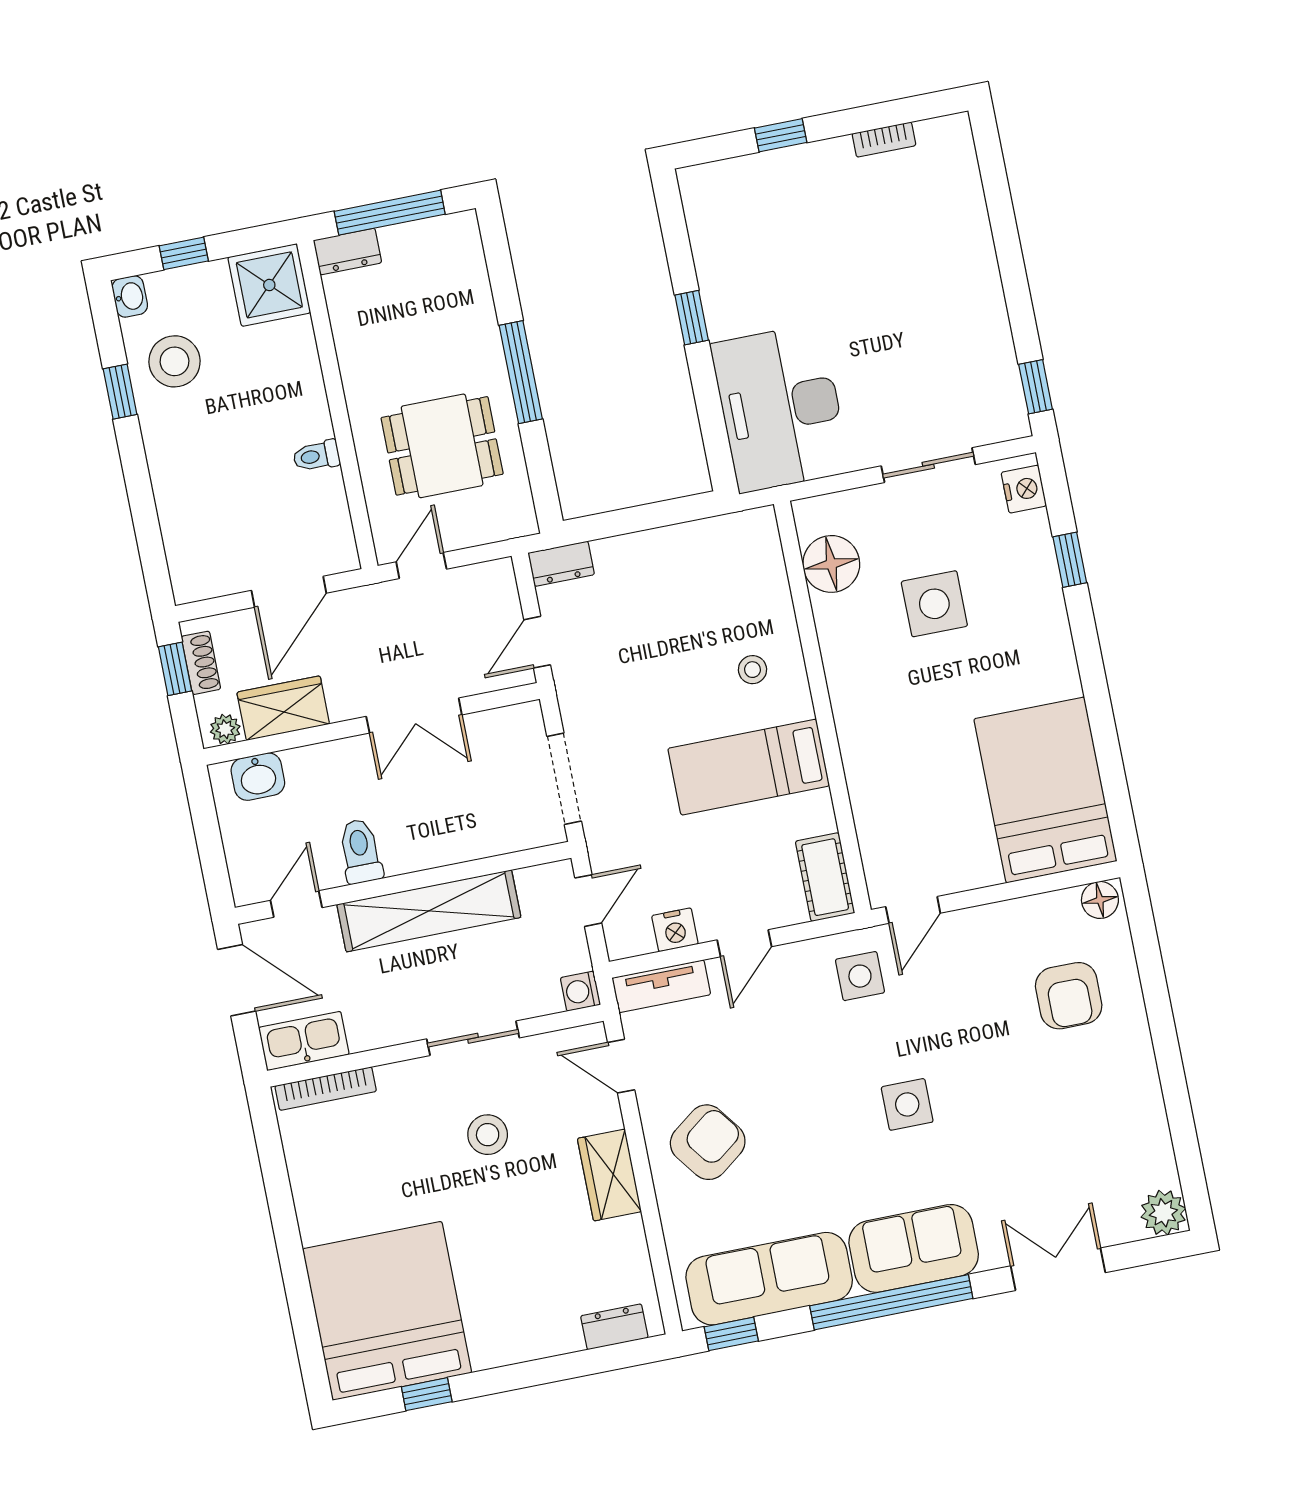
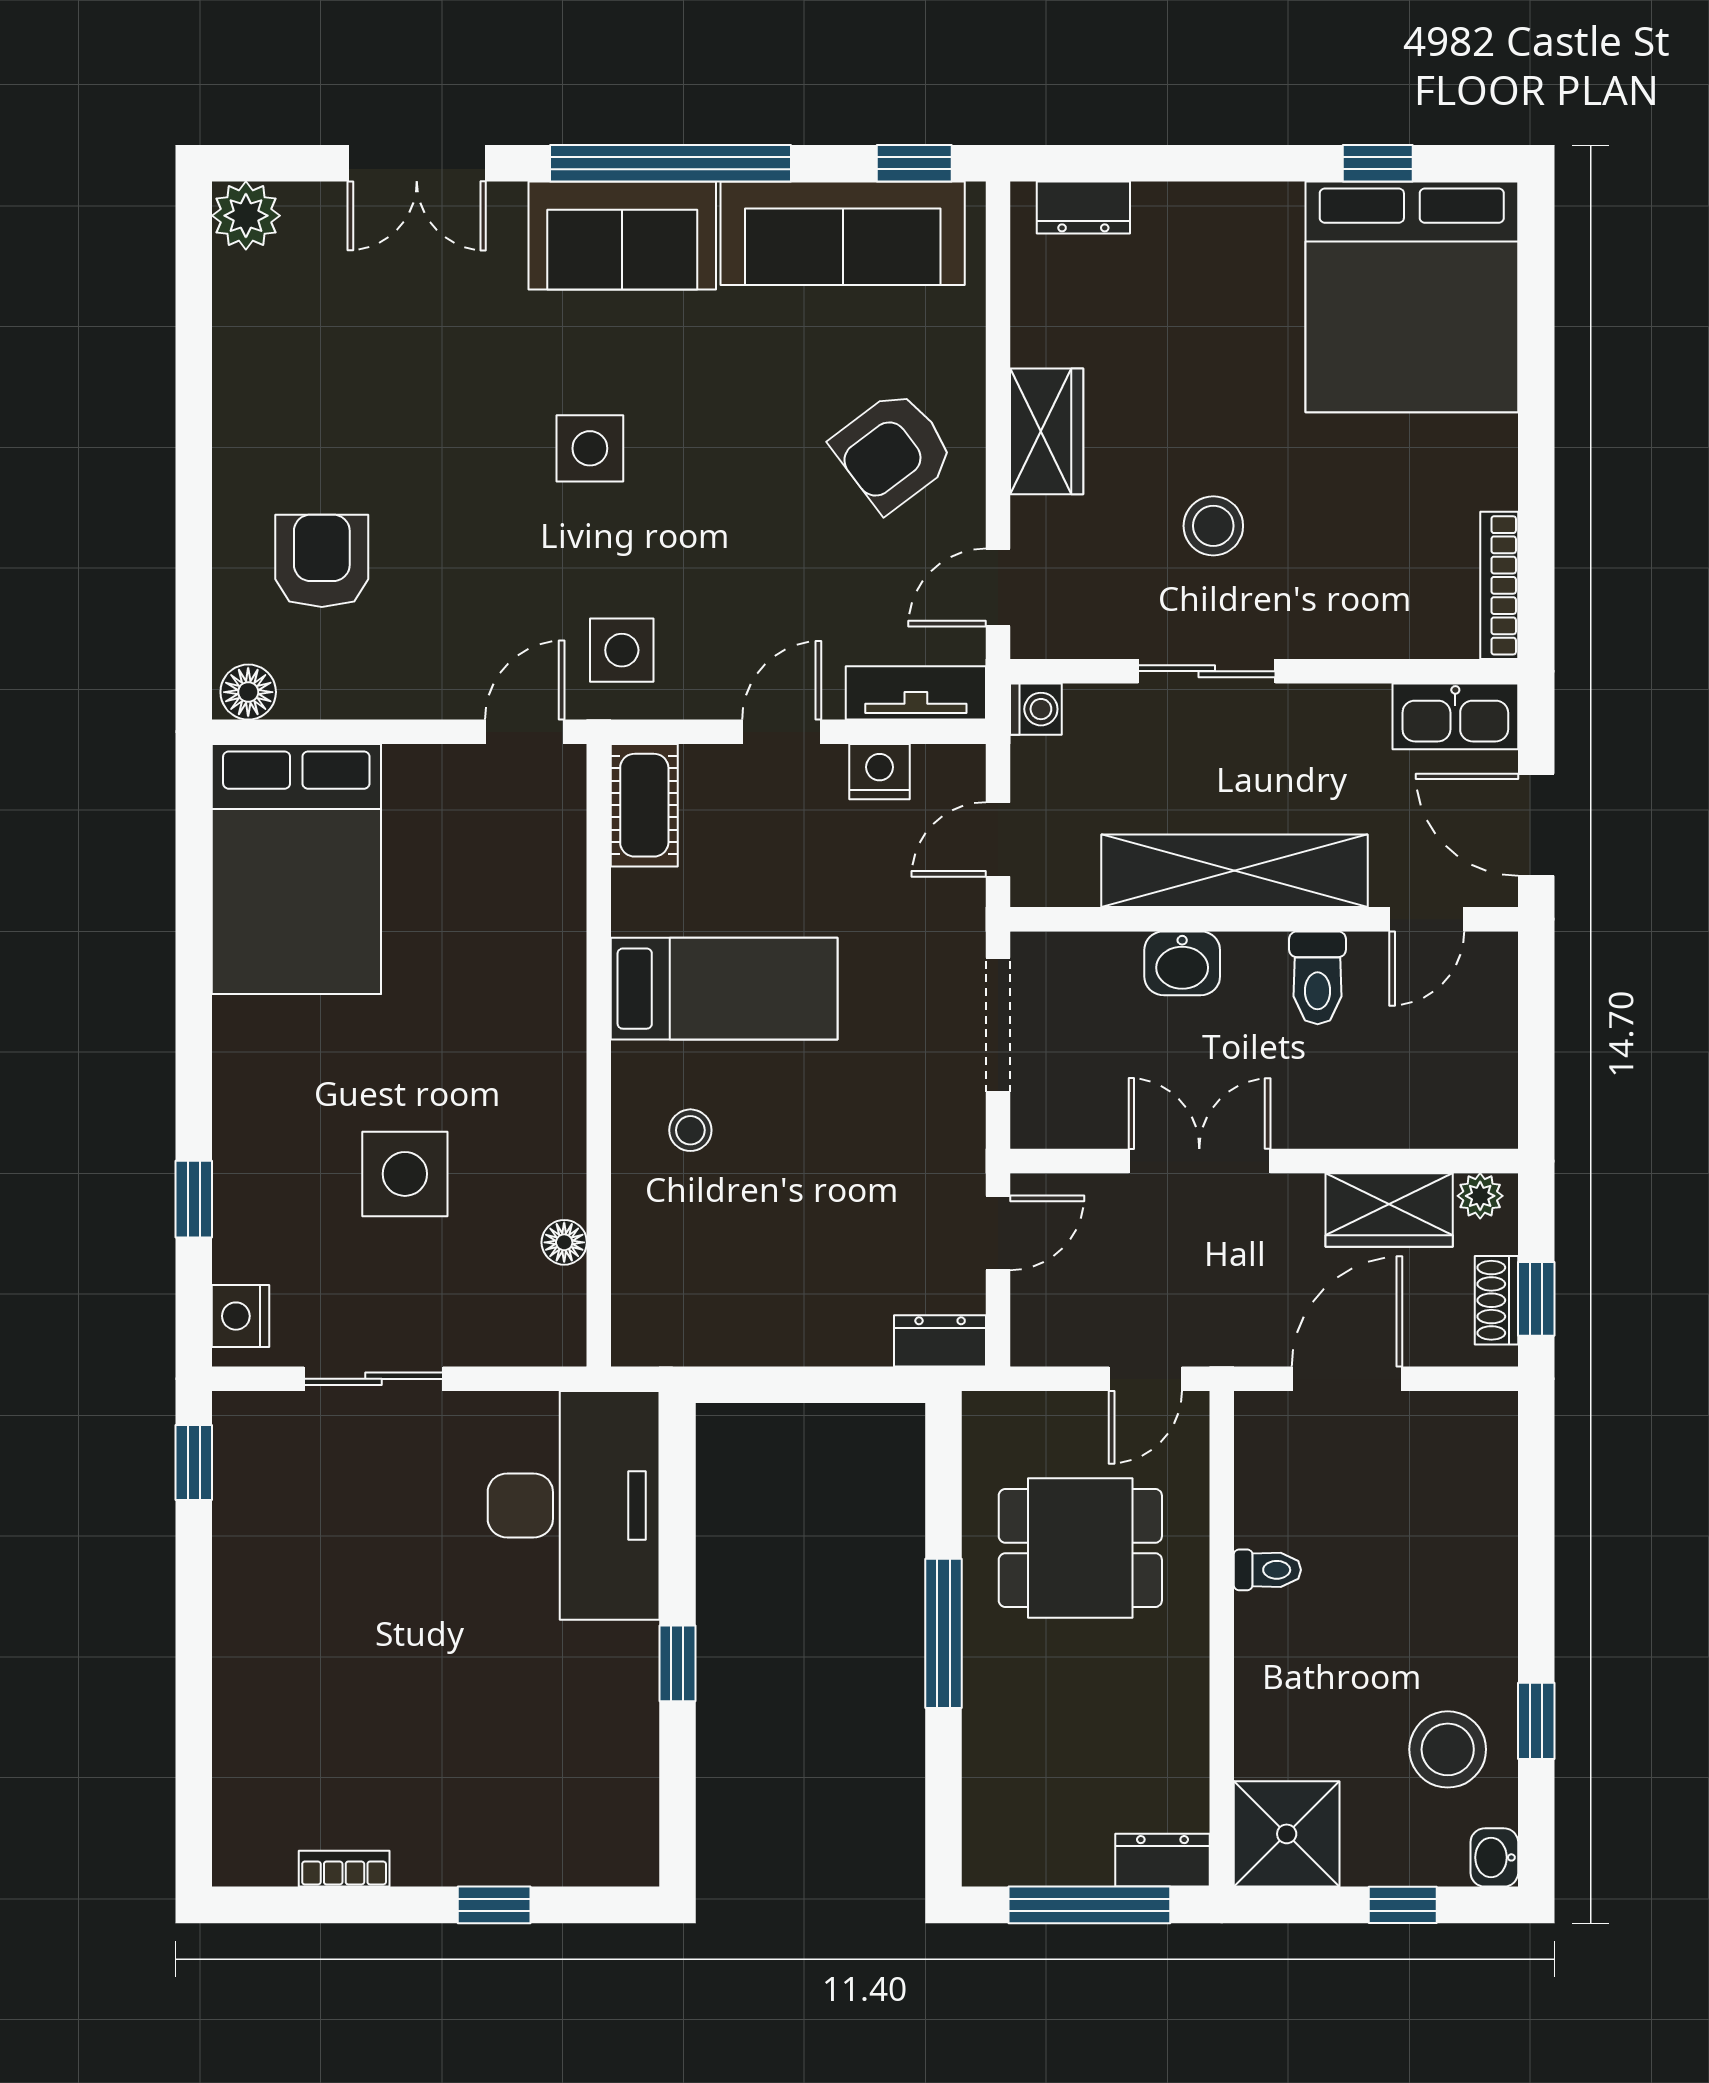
floor lamp: (831, 564) -> (564, 1242), width x0.53, depth x0.53
washbasin: (258, 777) -> (1182, 963), moved, turned 180
door: (621, 1066) -> (998, 588), swing flipped
bookcase: (326, 1089) -> (1499, 585), moved, turned -90

